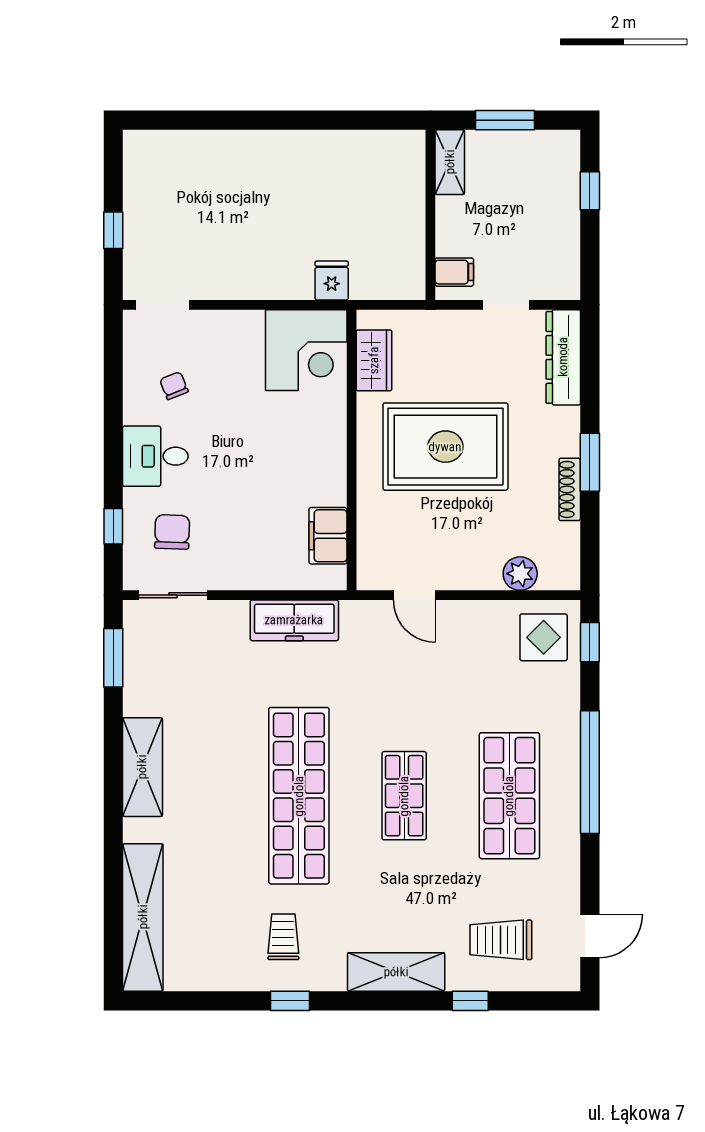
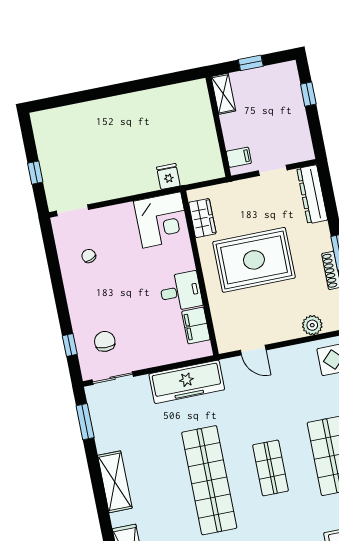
window: (505, 120) -> (251, 63), width x0.67
desk: (155, 456) -> (181, 292), moved, turned 180
freezer: (294, 620) -> (187, 382), width x1.36, depth x1.26

